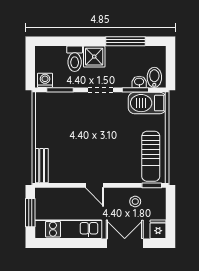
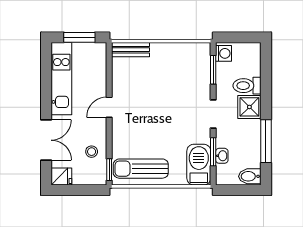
bidet: (154, 77) -> (250, 176), moved, turned 180

